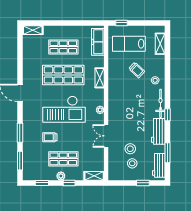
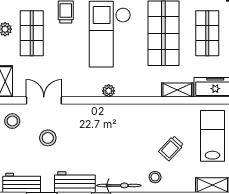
shelving: (100, 78) -> (177, 90), moved
double door: (106, 136) -> (44, 100), moved
stool: (132, 163) -> (12, 121), moved

